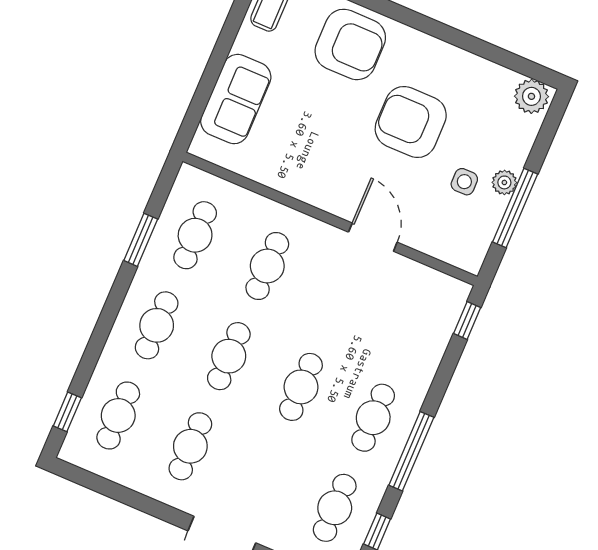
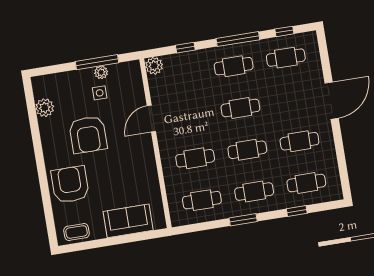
plant: (531, 96) -> (45, 108), moved
plant: (504, 182) -> (101, 72), moved
window: (141, 240) -> (243, 220), moved
plant: (453, 294) -> (154, 66), added
window: (467, 320) -> (185, 48), moved
window: (67, 412) -> (297, 211), moved

